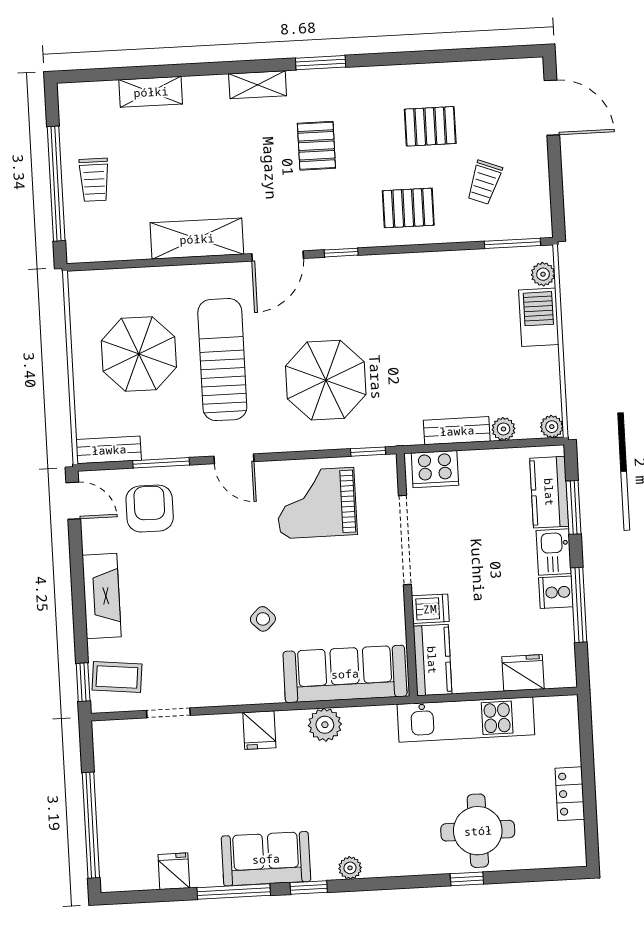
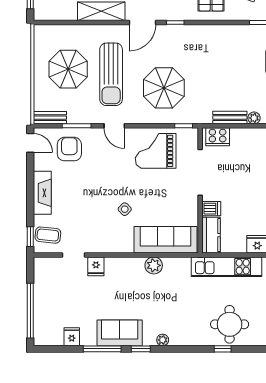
sun lounger: (222, 360) -> (111, 74), turned 180
fridge: (259, 730) -> (96, 266), moved

